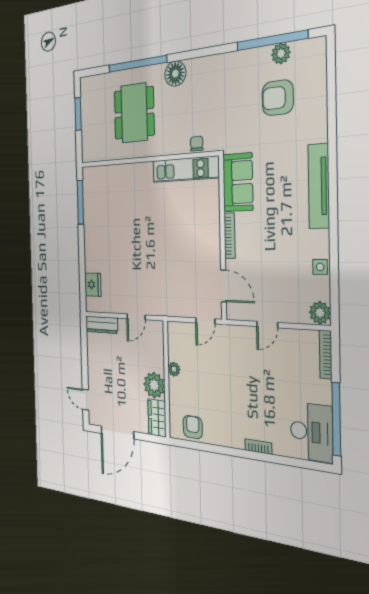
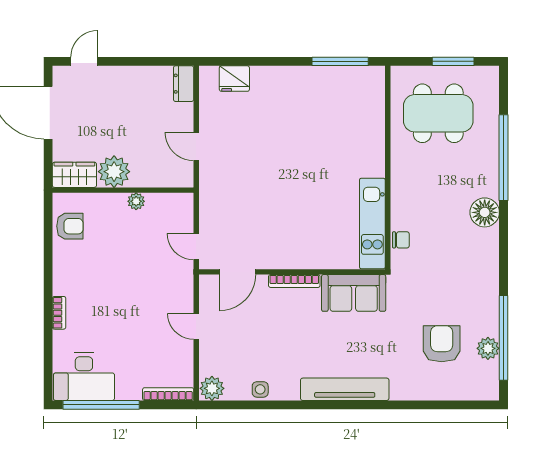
dining table: (134, 113) -> (438, 113), moved
dresser: (102, 325) -> (184, 84), width x0.70

